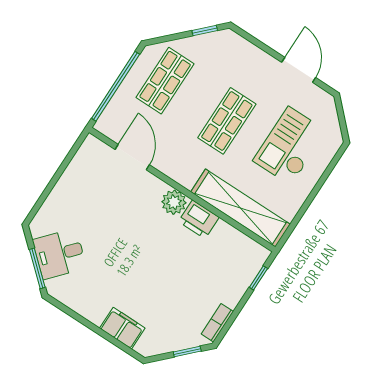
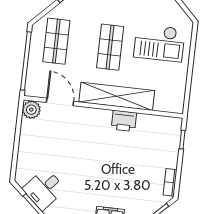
checkout: (290, 146) -> (159, 43), turned -90
plant: (174, 202) -> (31, 110), moved
shelving: (240, 208) -> (117, 96), moved

